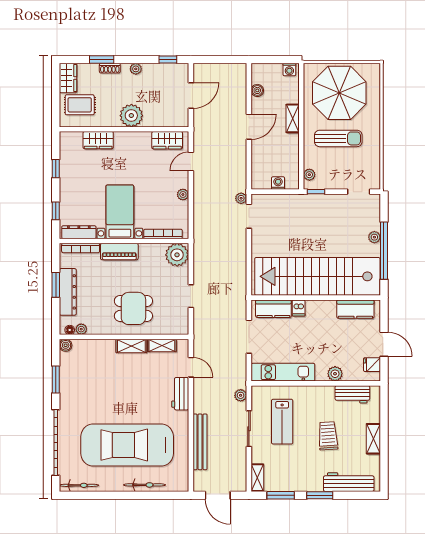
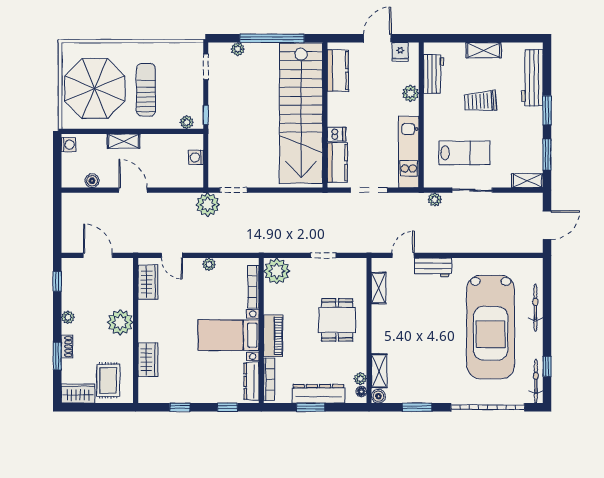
plant: (241, 198) -> (208, 205), width x1.88, depth x1.88
plant: (374, 237) -> (238, 49), moved
shelving: (131, 346) -> (379, 371), moved
bench: (200, 442) -> (487, 245), removed
window: (92, 495) -> (547, 366), added

